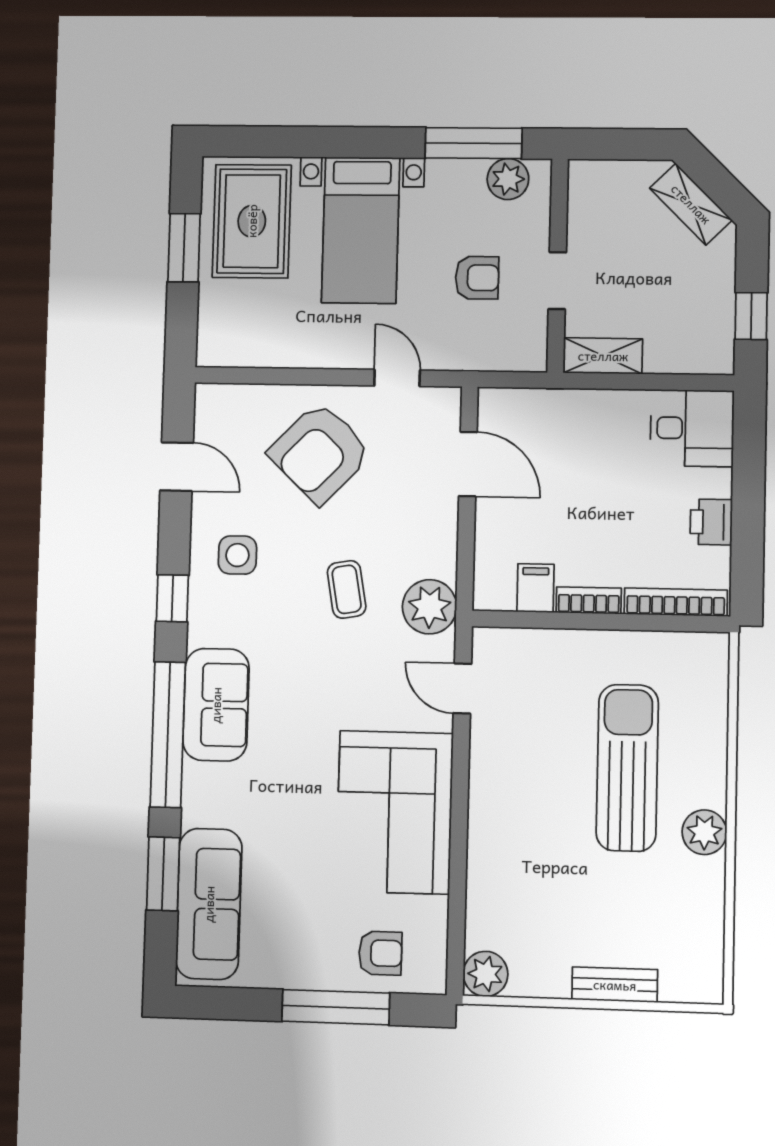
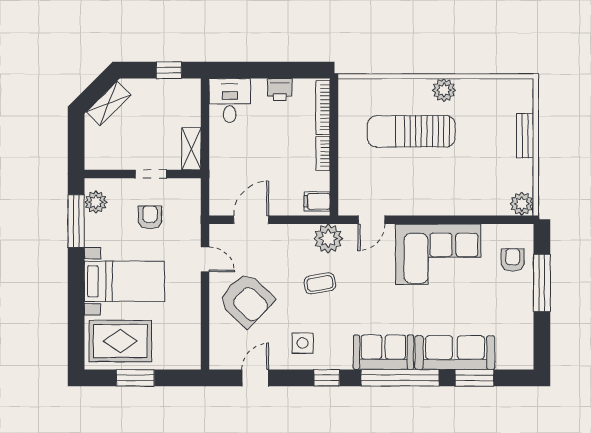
door: (397, 378) -> (205, 259), swing flipped
filing cabinet: (535, 588) -> (317, 201), moved
sofa: (209, 904) -> (455, 353), moved

